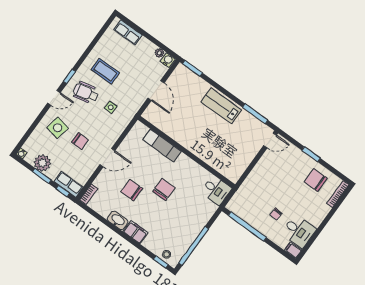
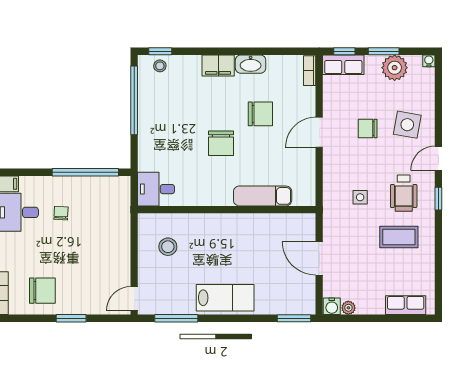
wheelchair: (86, 93) -> (404, 193), turned 102
stool: (232, 155) -> (168, 247), added

